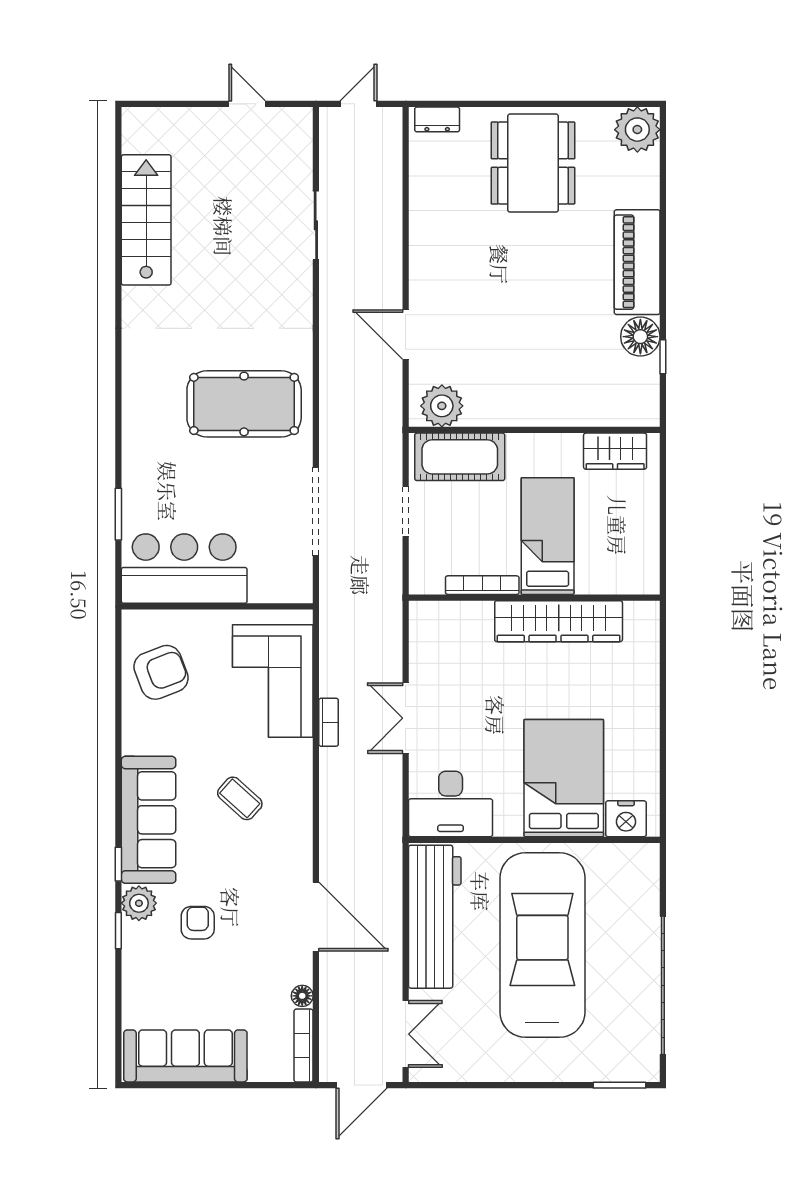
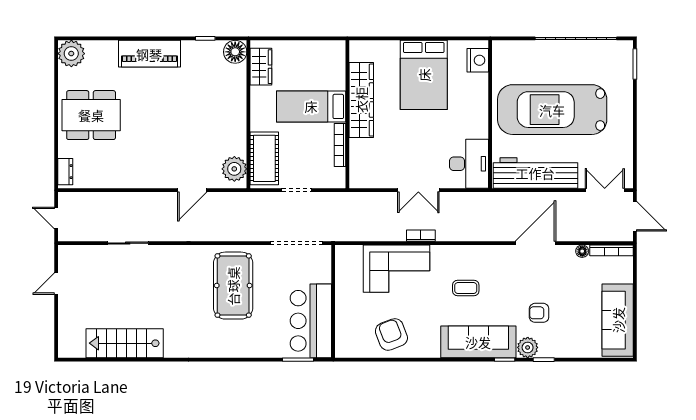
floor lamp: (640, 337) -> (235, 52), moved
bar counter: (184, 569) -> (311, 321), moved
wall: (217, 606) -> (333, 301), moved
bed: (564, 778) -> (424, 75), moved, turned -90
coffee table: (240, 798) -> (466, 288), turned 48

